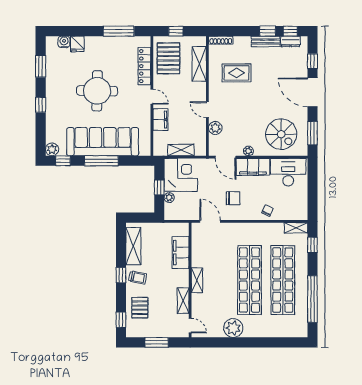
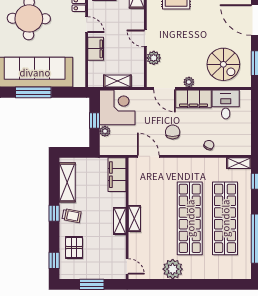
desk: (288, 172) -> (226, 104), width x0.73
chair: (233, 198) -> (173, 132), turned -90
filing cabinet: (181, 253) -> (117, 175), moved
shelving: (183, 301) -> (120, 221), moved

